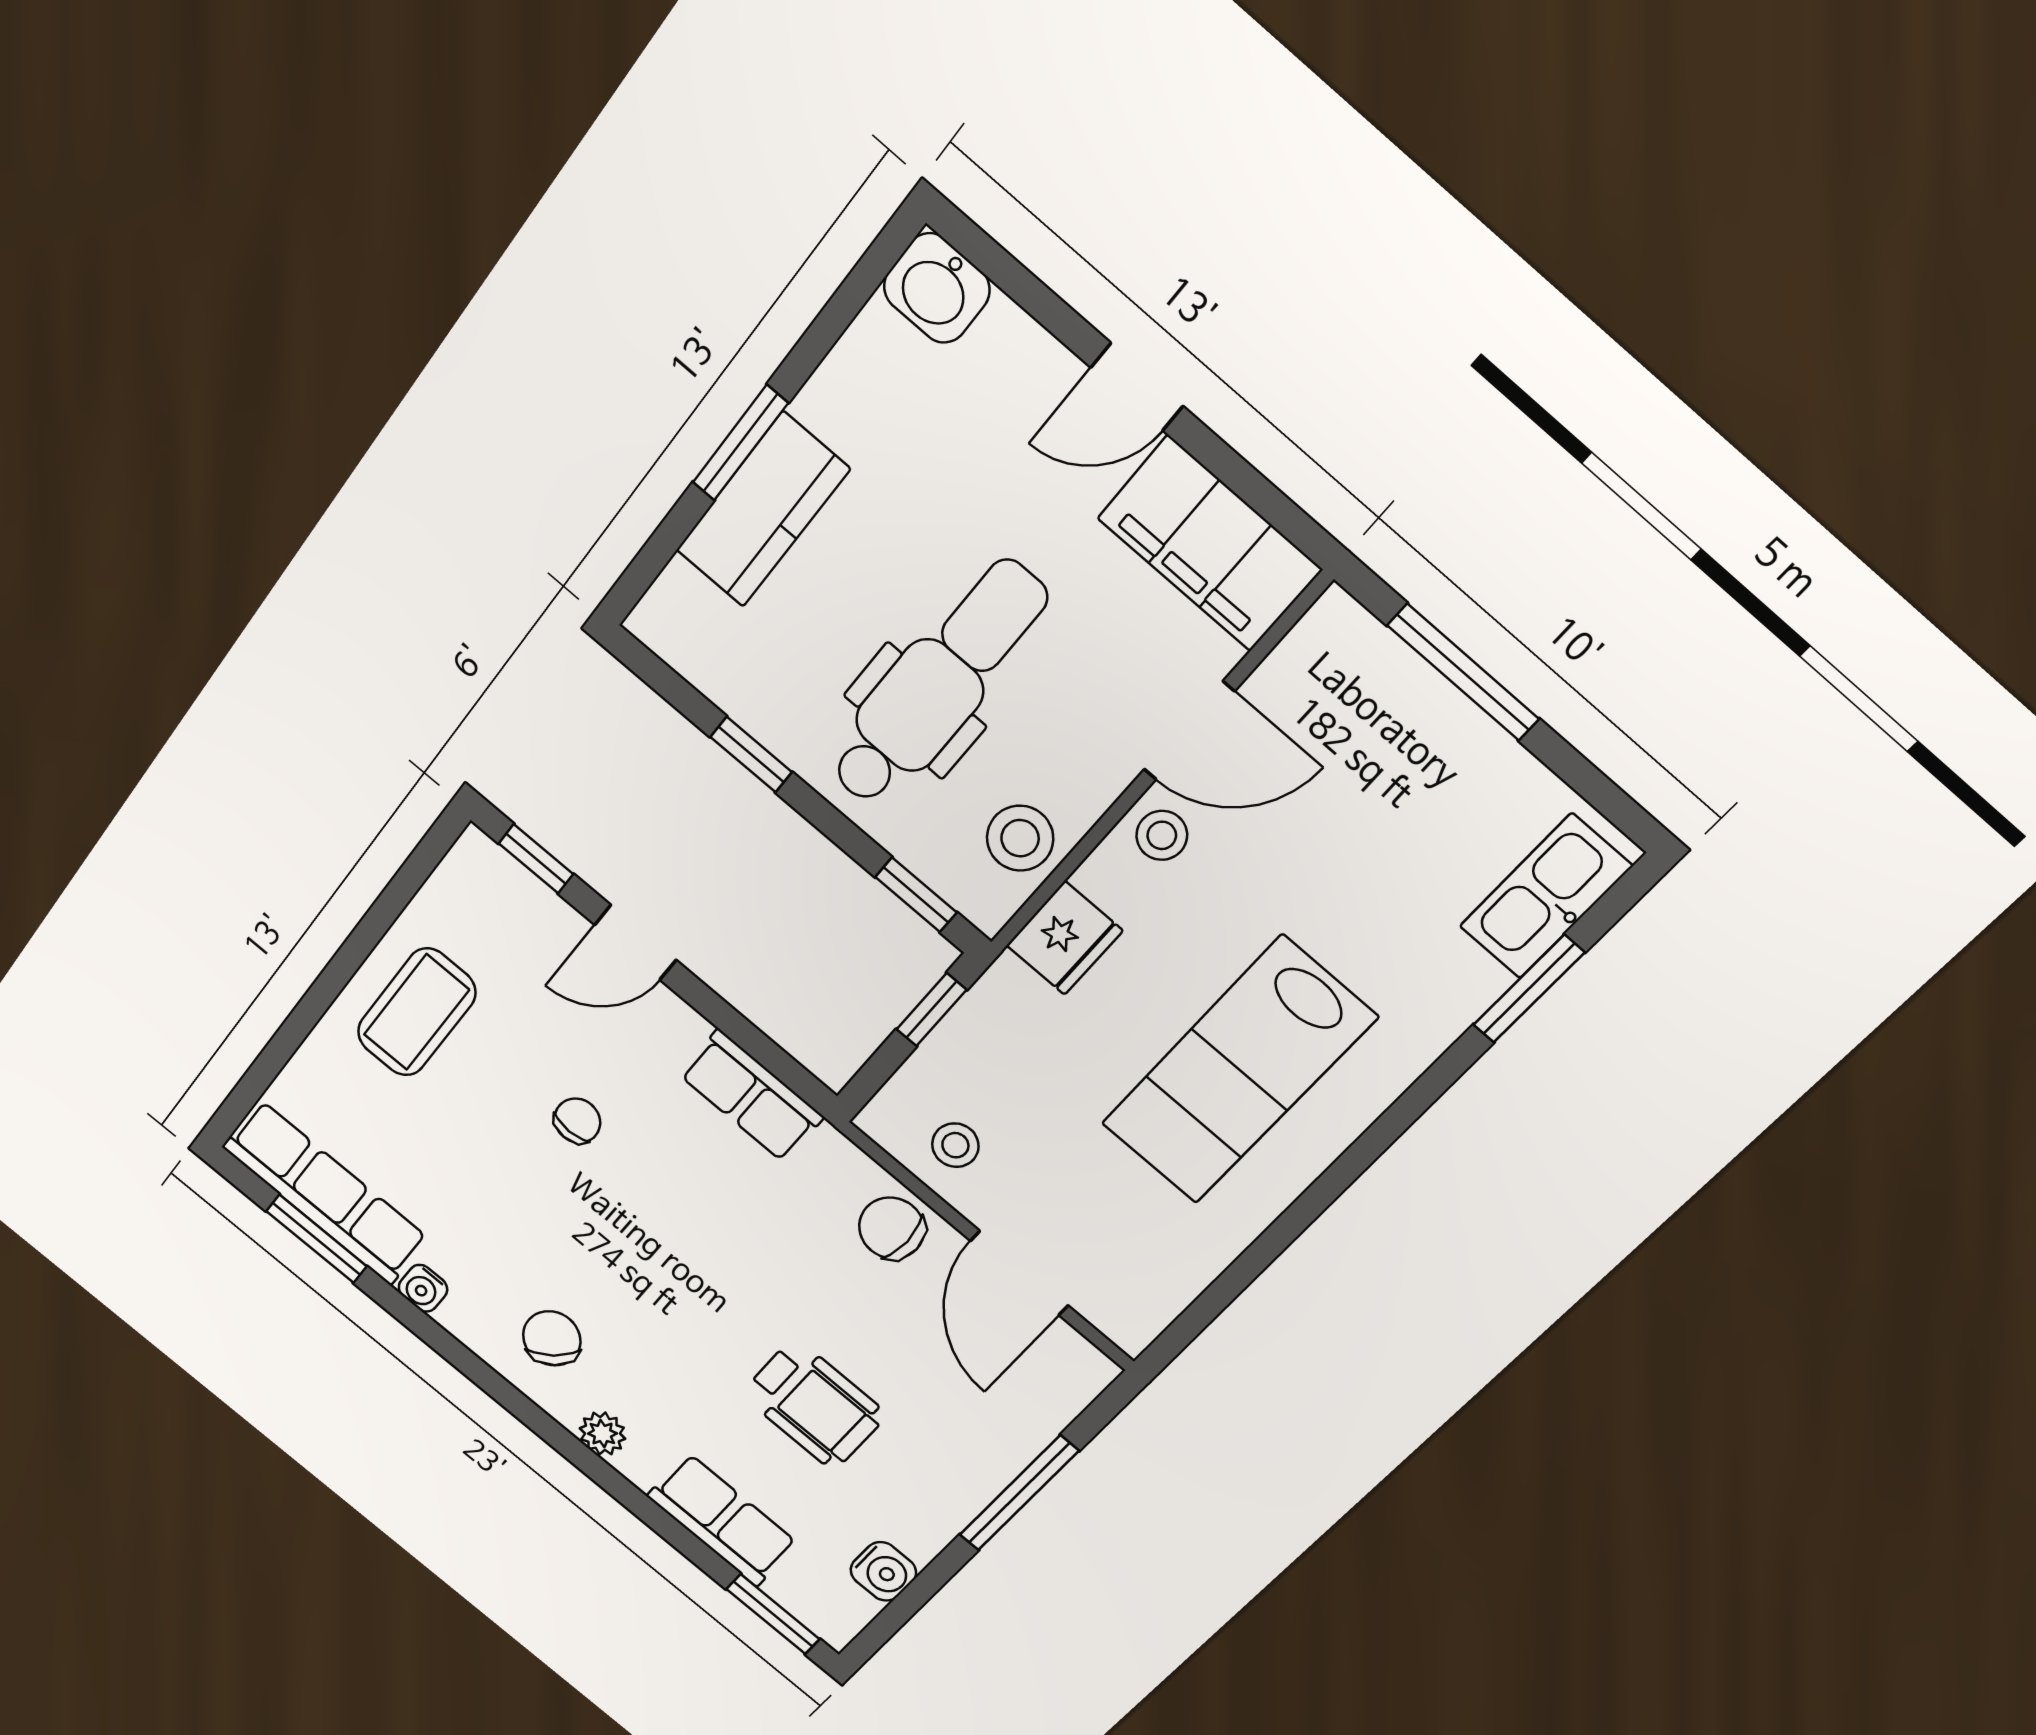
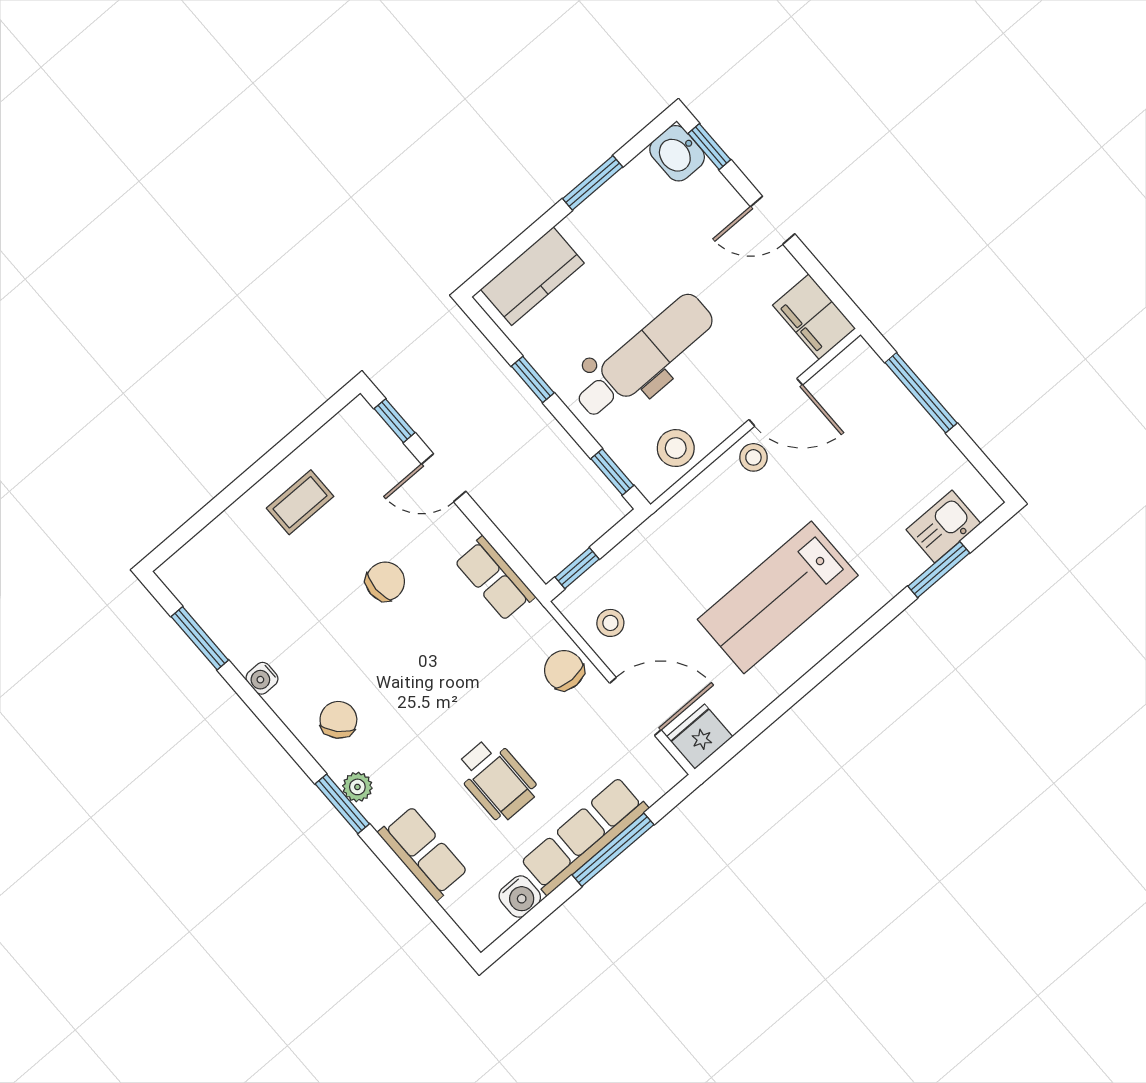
window: (995, 263) -> (709, 147), added
window: (740, 443) -> (593, 183), moved
kitchen counter: (763, 510) -> (532, 276), moved
filing cabinet: (1210, 544) -> (814, 317), width x0.67, depth x0.86
kitchen sink: (1546, 896) -> (943, 527), width x0.73
fridge: (1065, 938) -> (700, 737), moved, turned 180
window: (932, 1010) -> (577, 568), moved
coffee table: (417, 1012) -> (300, 502), width x0.73, depth x0.77
chair: (577, 1121) -> (385, 581), width x1.37, depth x1.37
row of seats: (326, 1193) -> (584, 836), moved, turned -90
door: (1019, 1273) -> (635, 706), swing flipped
window: (773, 1614) -> (342, 804), moved

